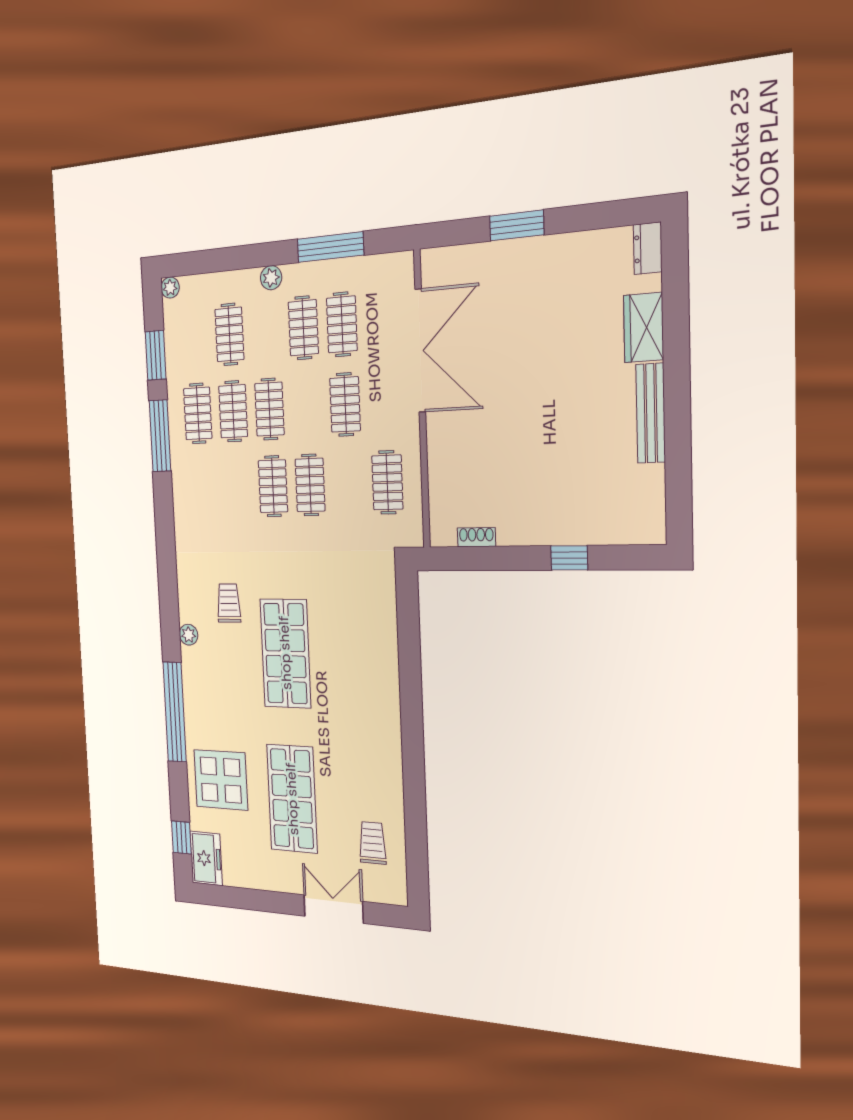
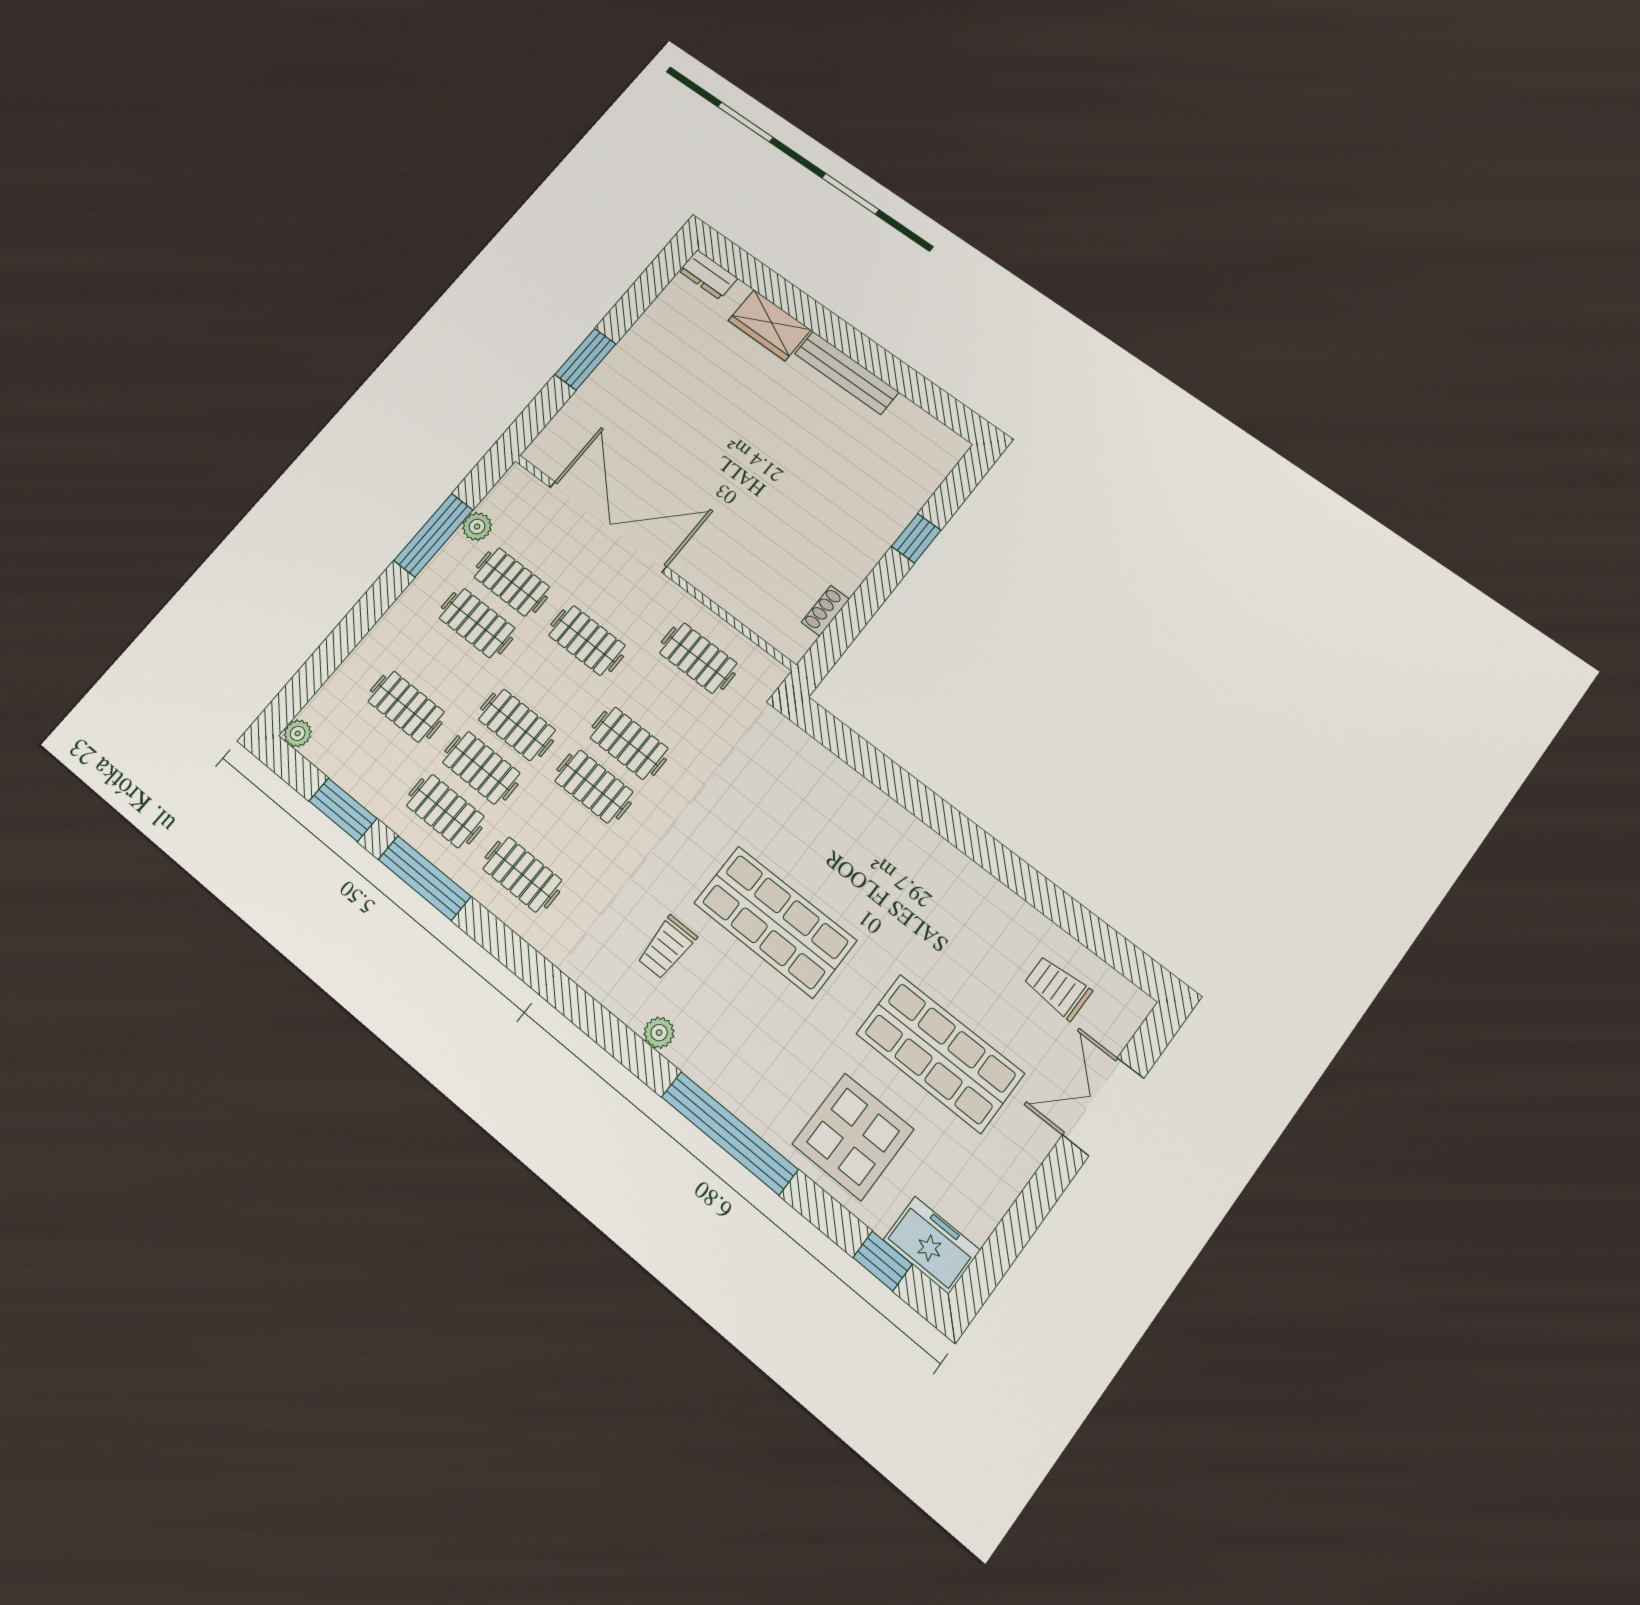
plant: (271, 278) -> (477, 527), moved
clothes rail: (202, 489) -> (522, 875), added
trolley: (229, 603) -> (667, 947), turned -90

